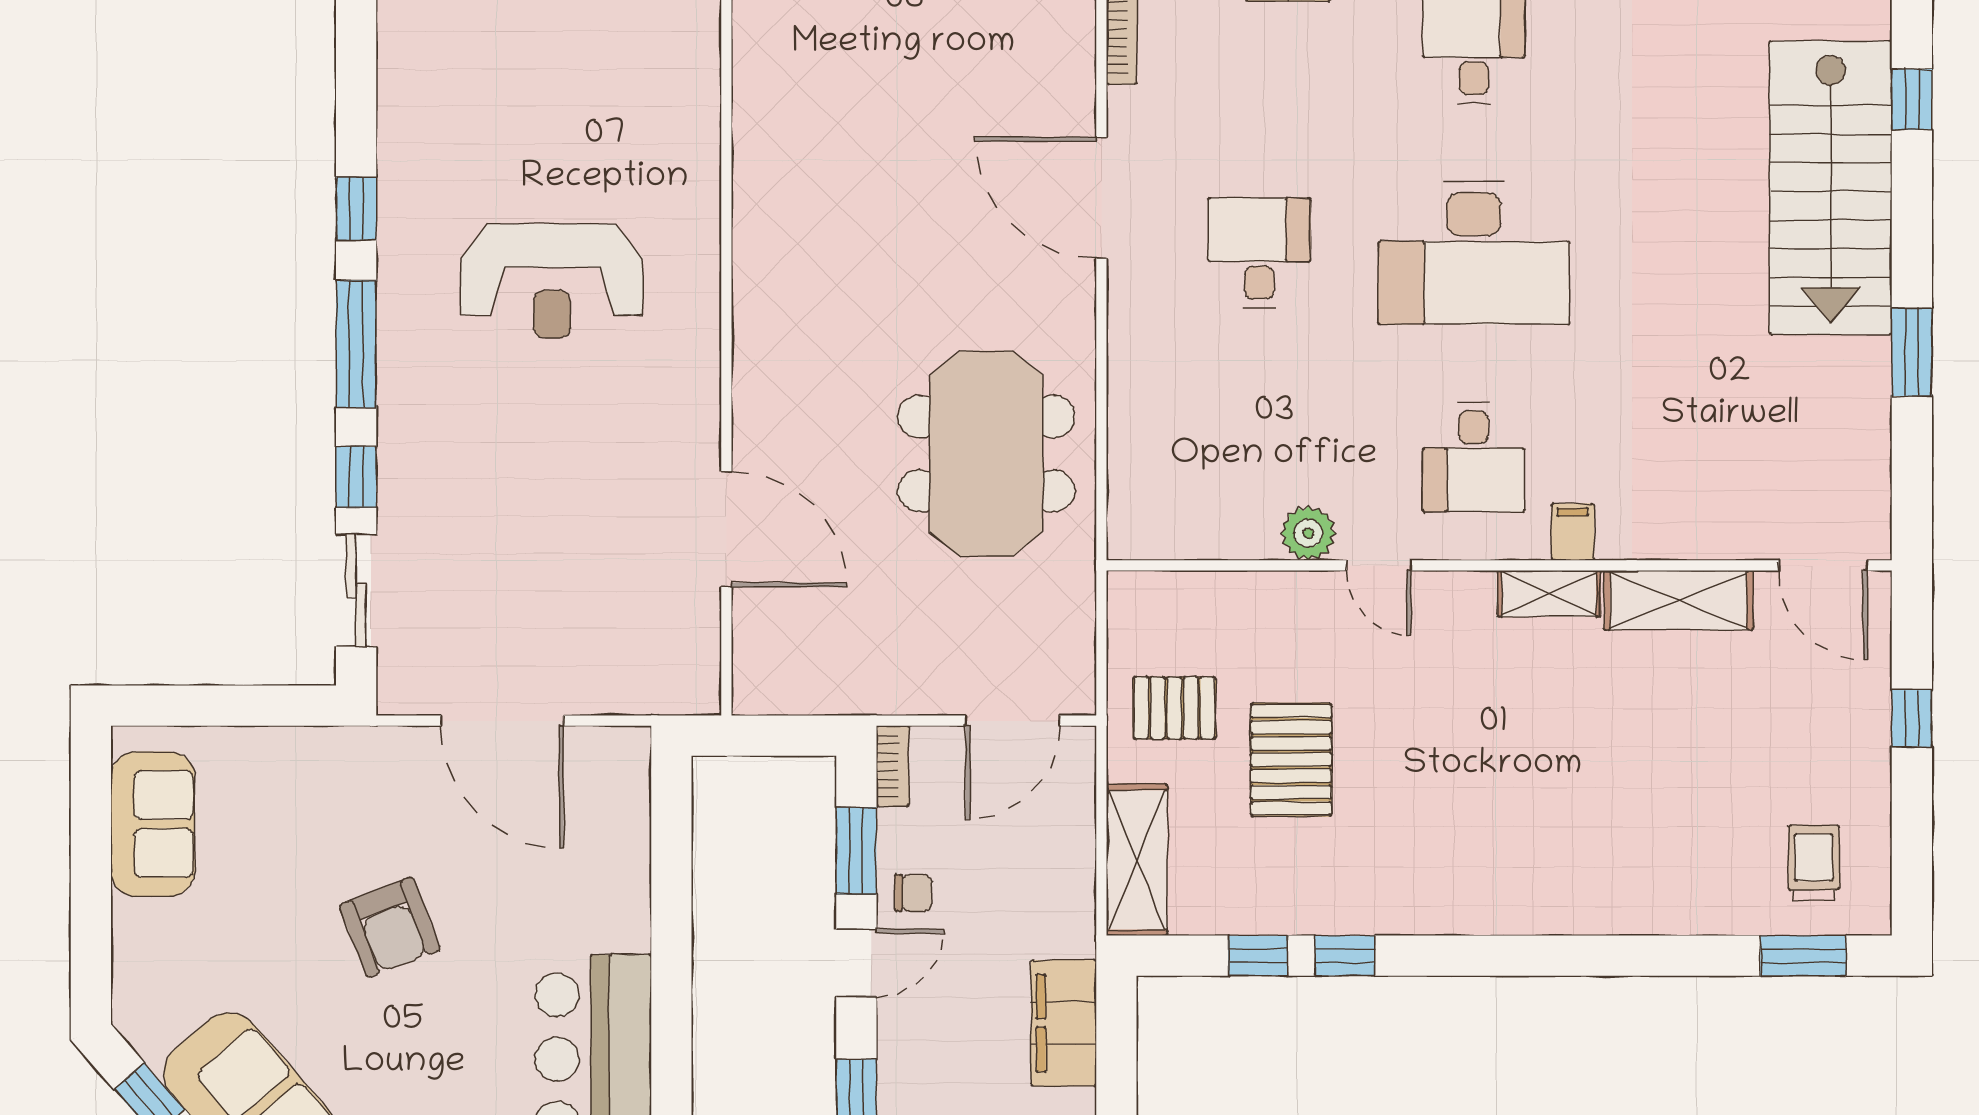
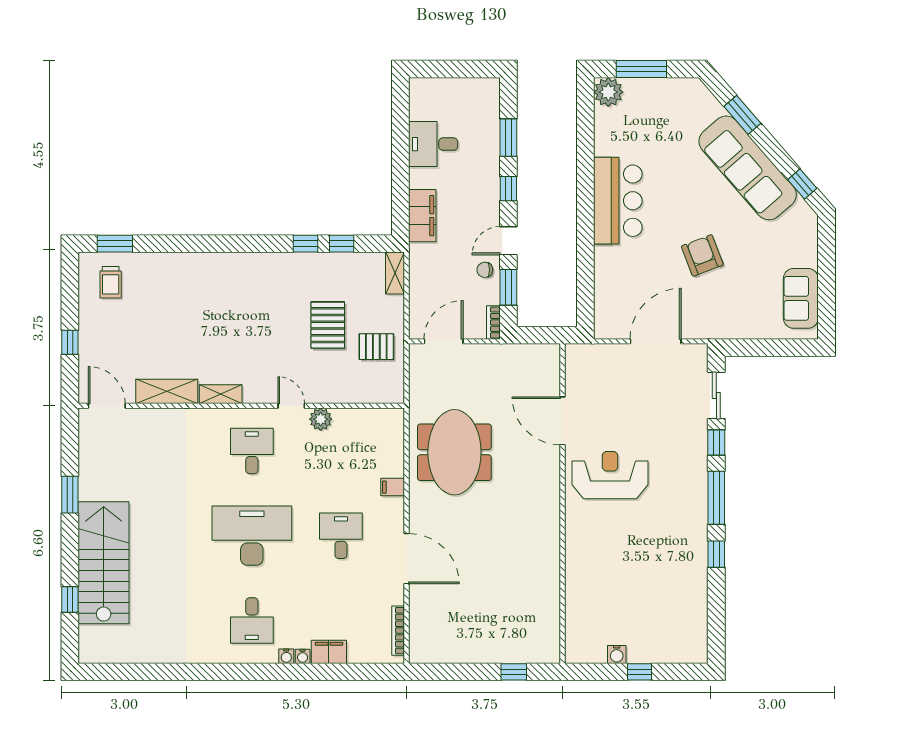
desk: (1259, 253) -> (341, 536), turned 180
reception desk: (552, 281) -> (610, 475), moved
filing cabinet: (1573, 532) -> (393, 487), moved, turned 90
door: (502, 721) -> (656, 341), hinge flipped
shelving: (1137, 860) -> (395, 273), width x0.67, depth x0.75

